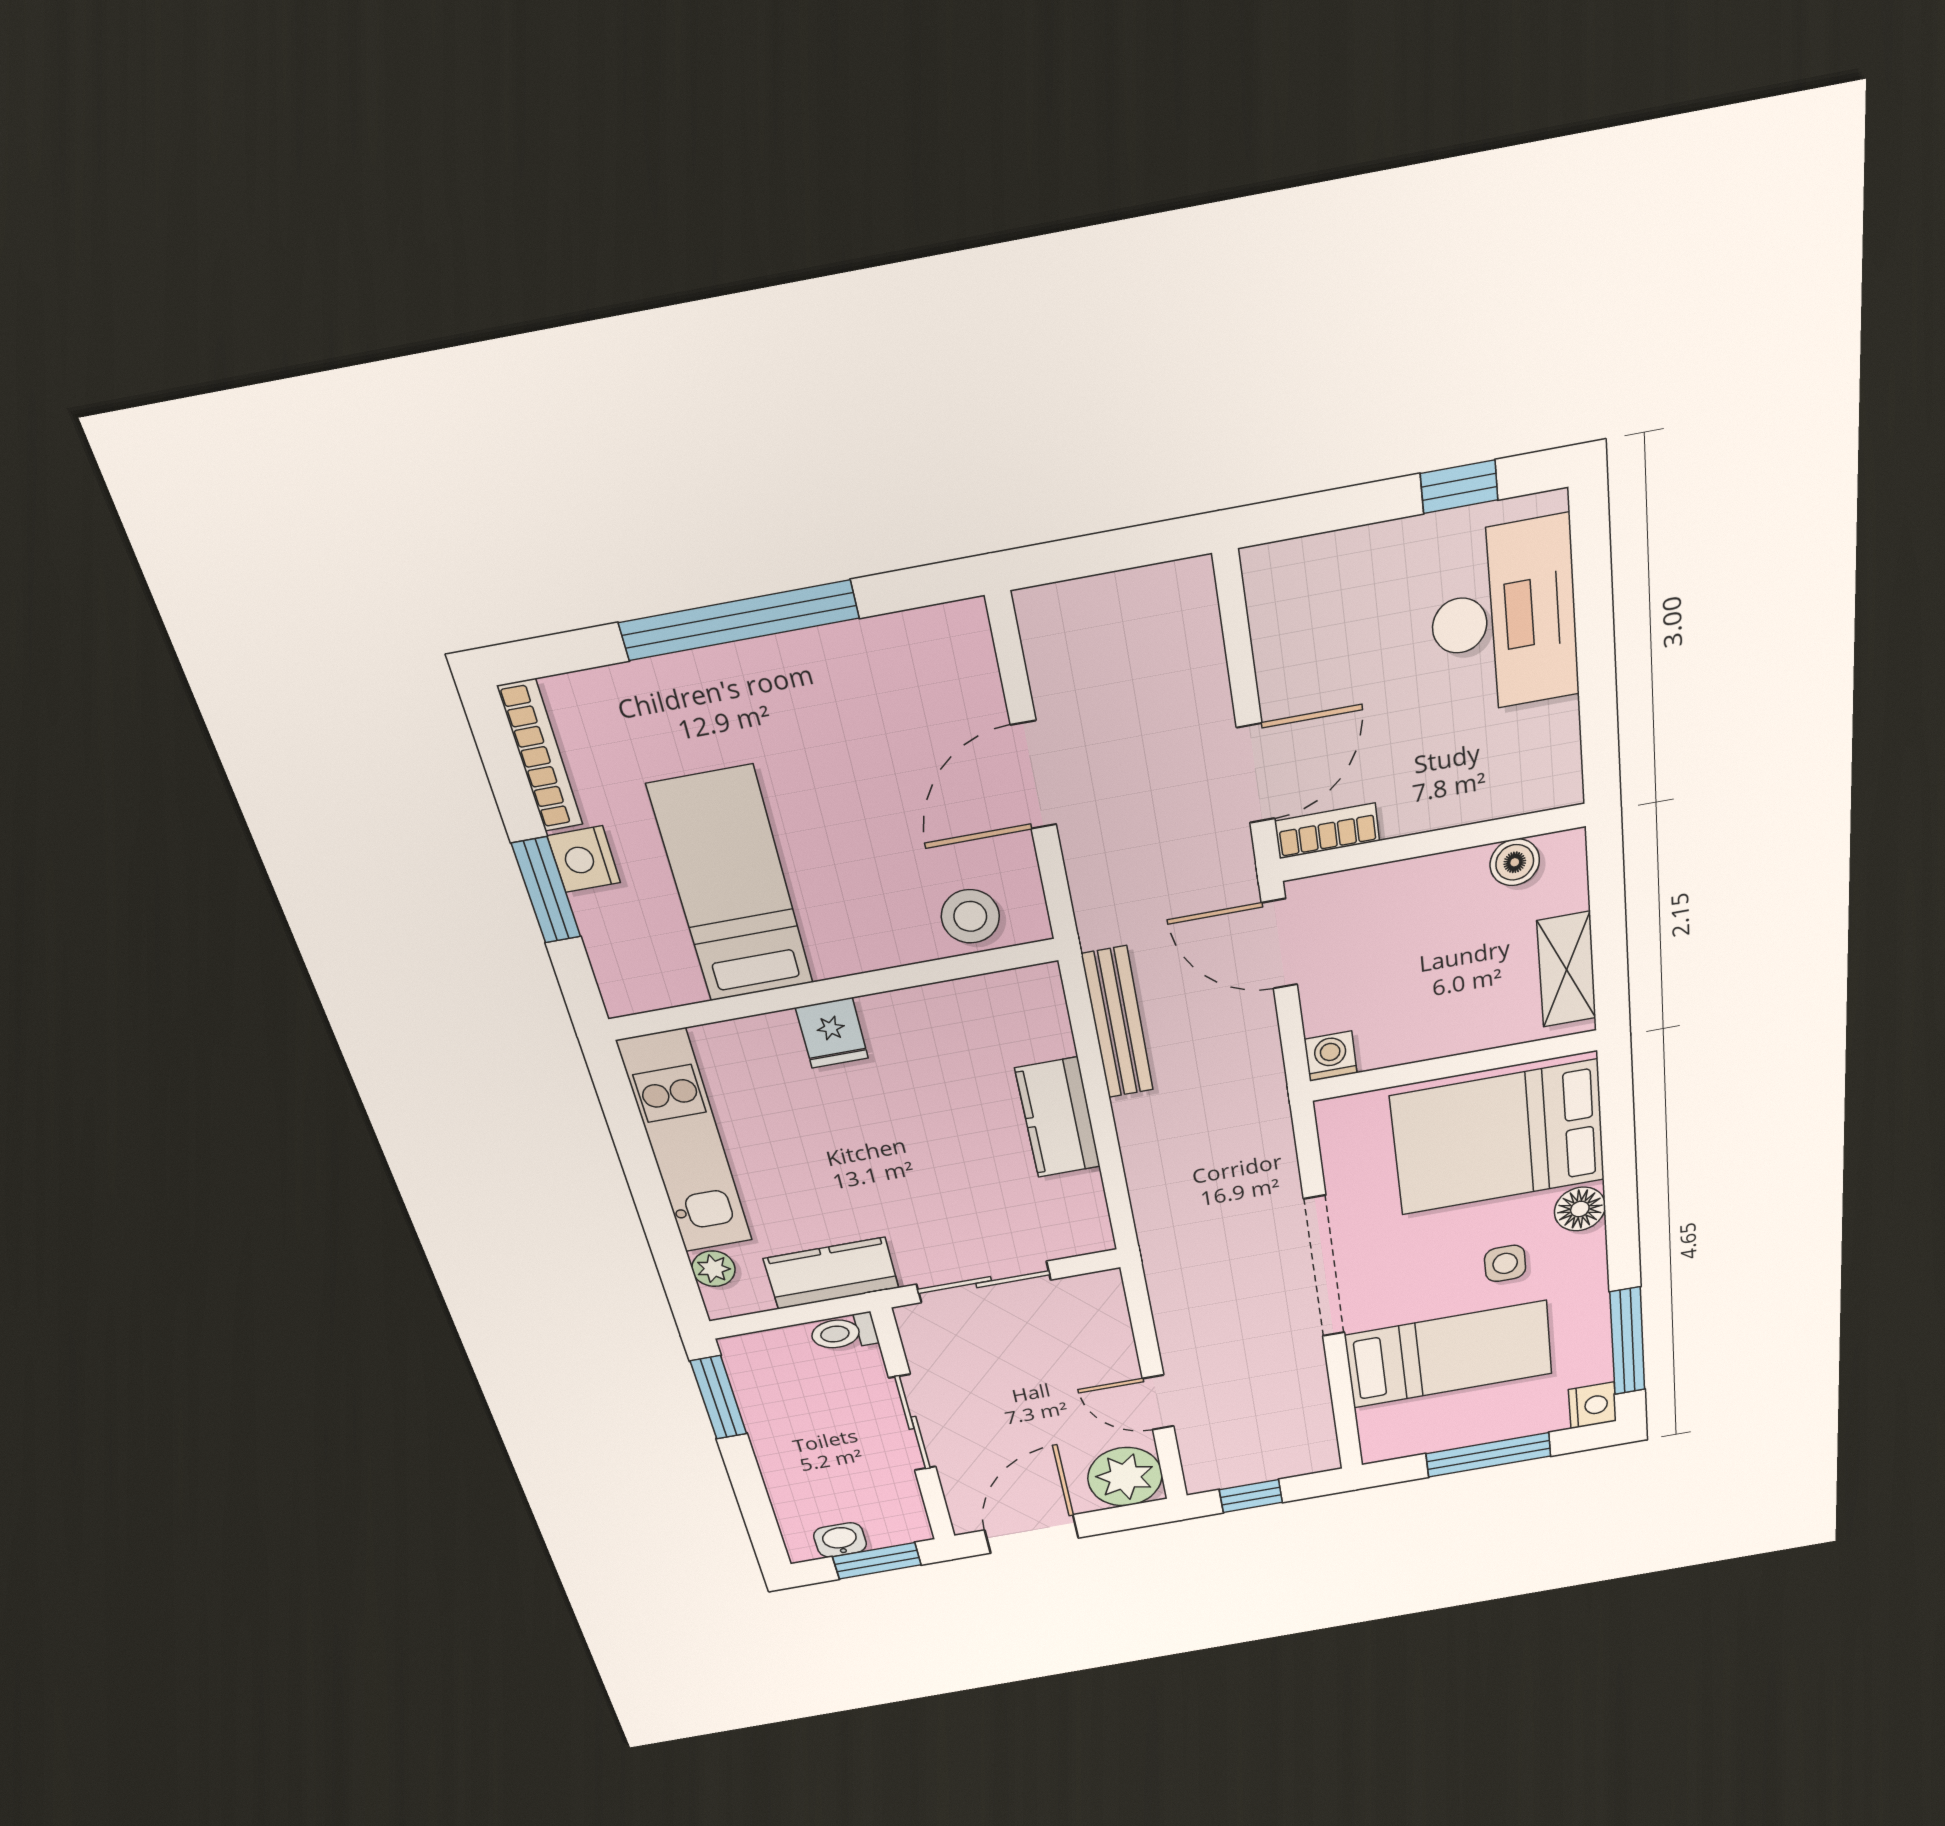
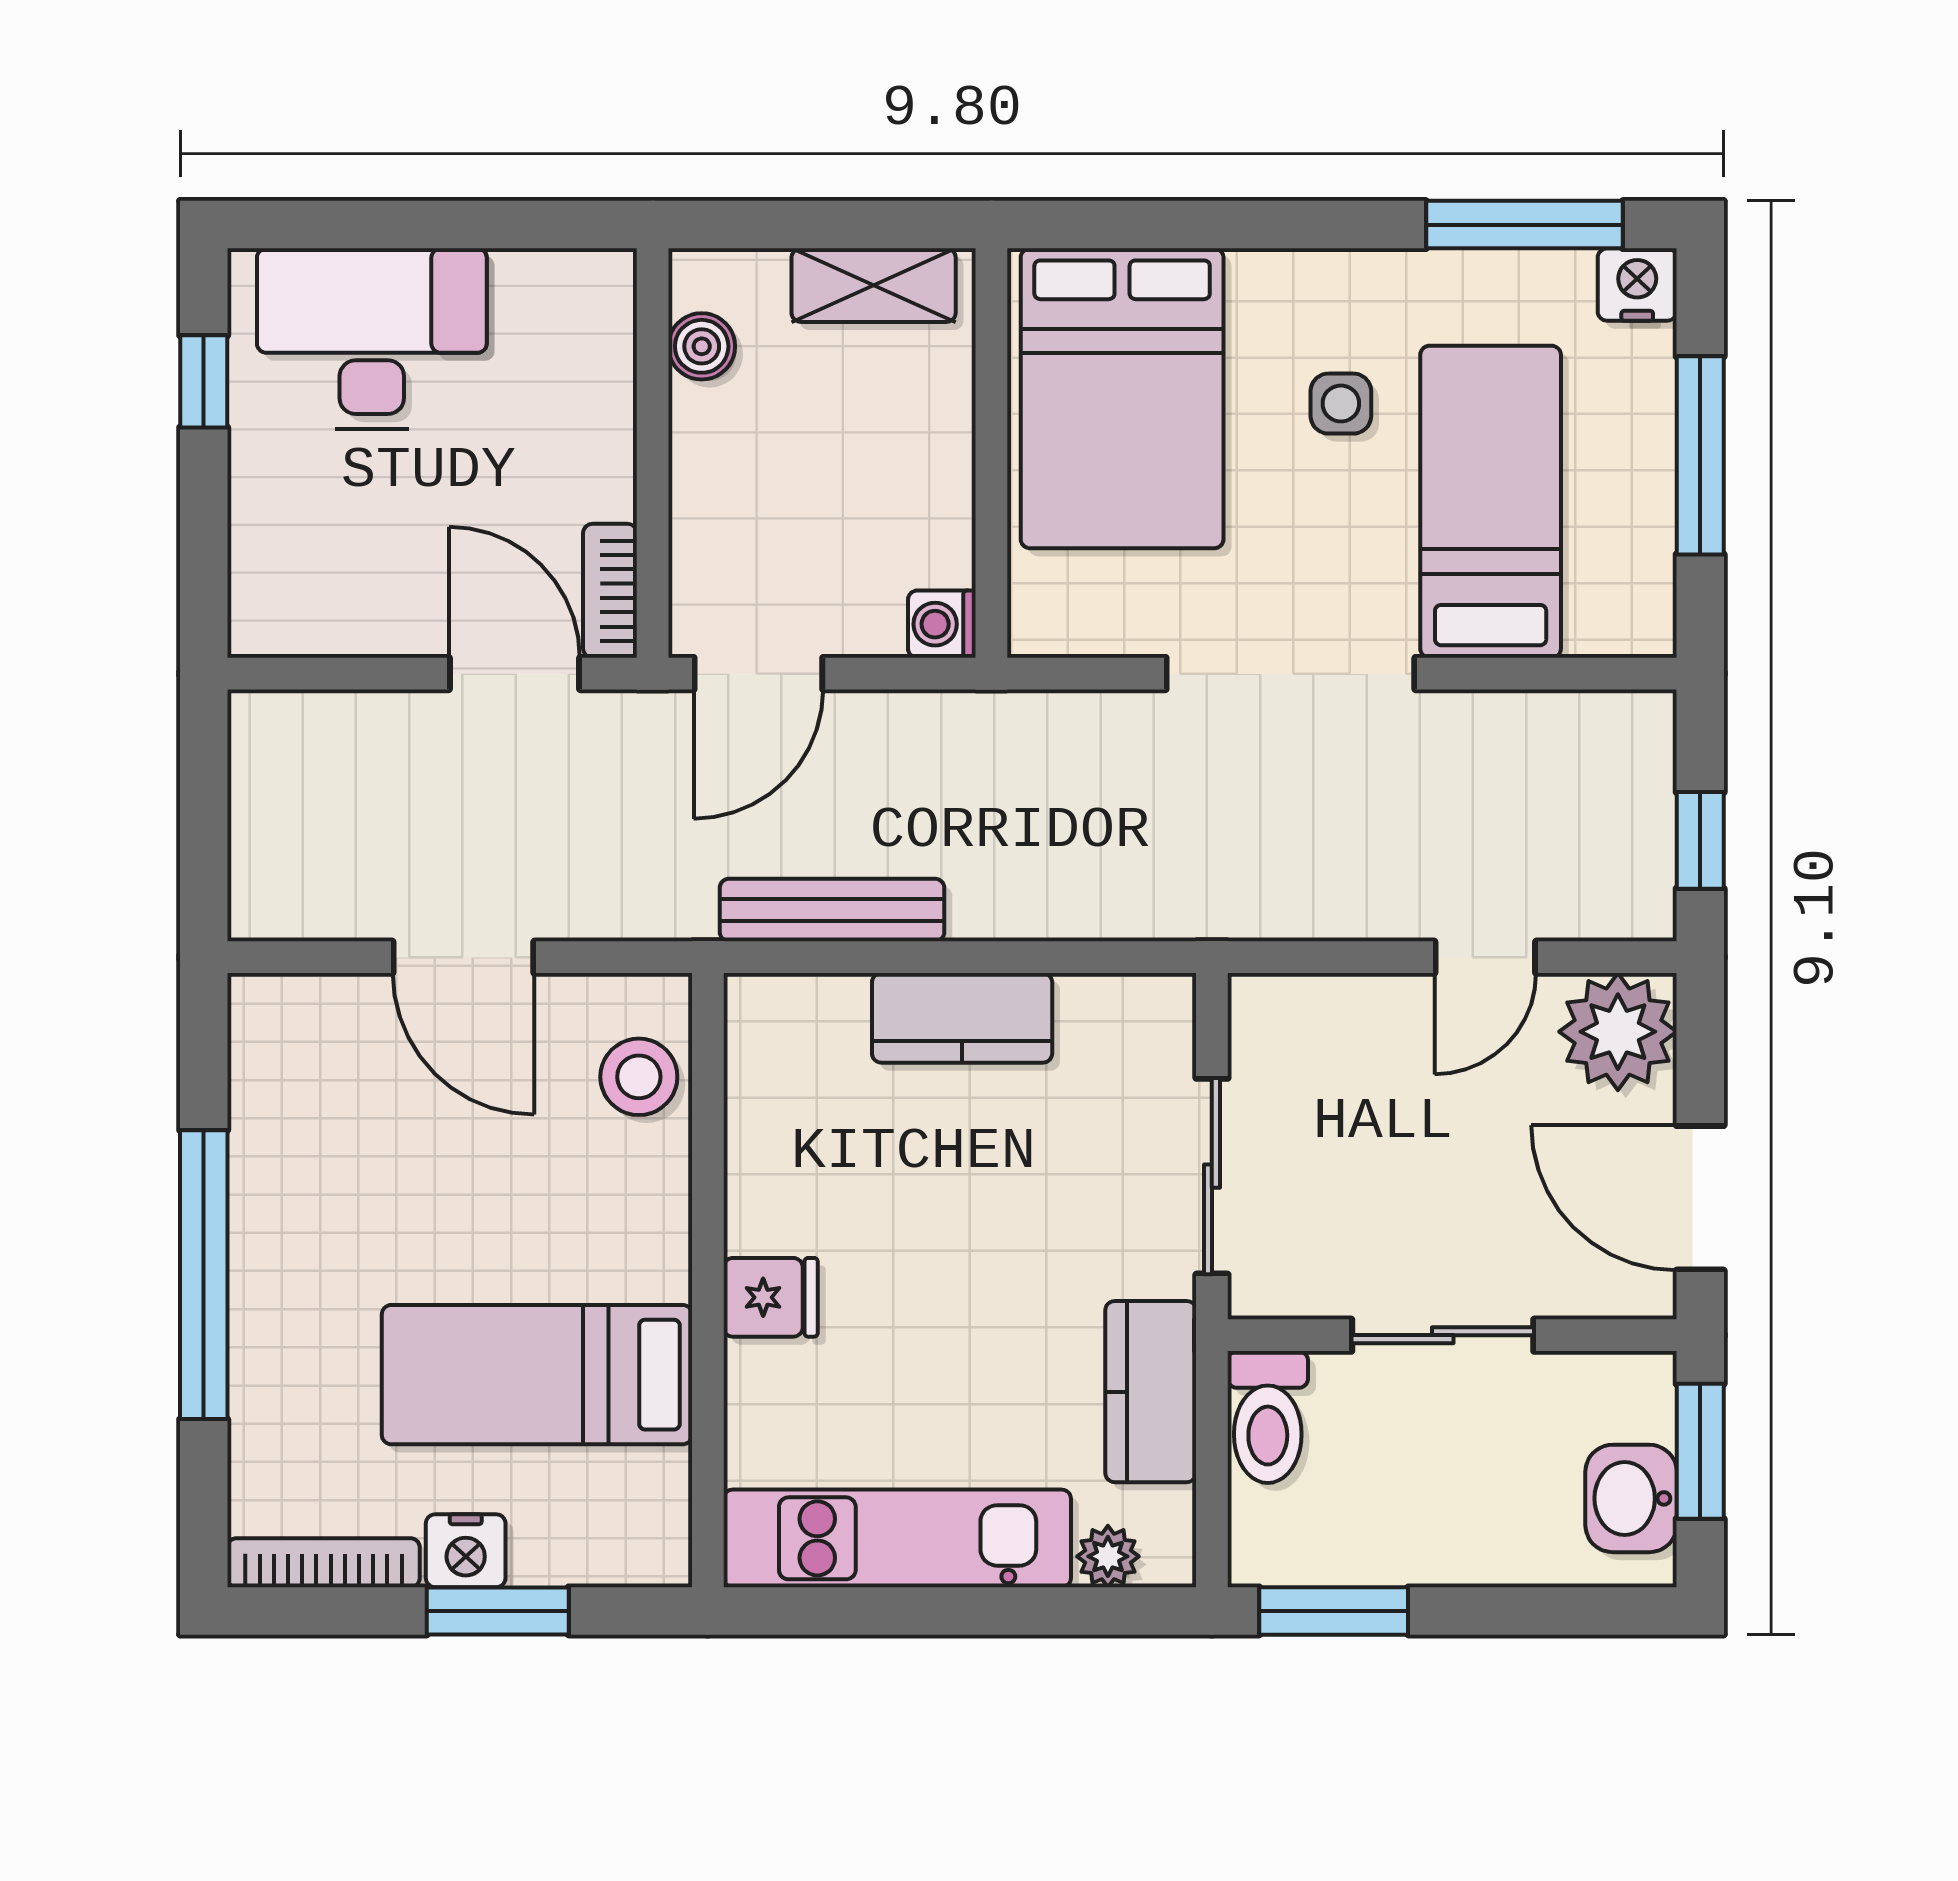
floor lamp: (1580, 1209) -> (1268, 286), removed
toilet: (844, 1333) -> (1268, 1417), width x1.37, depth x1.39
washbasin: (840, 1540) -> (1631, 1498), width x1.38, depth x1.45

